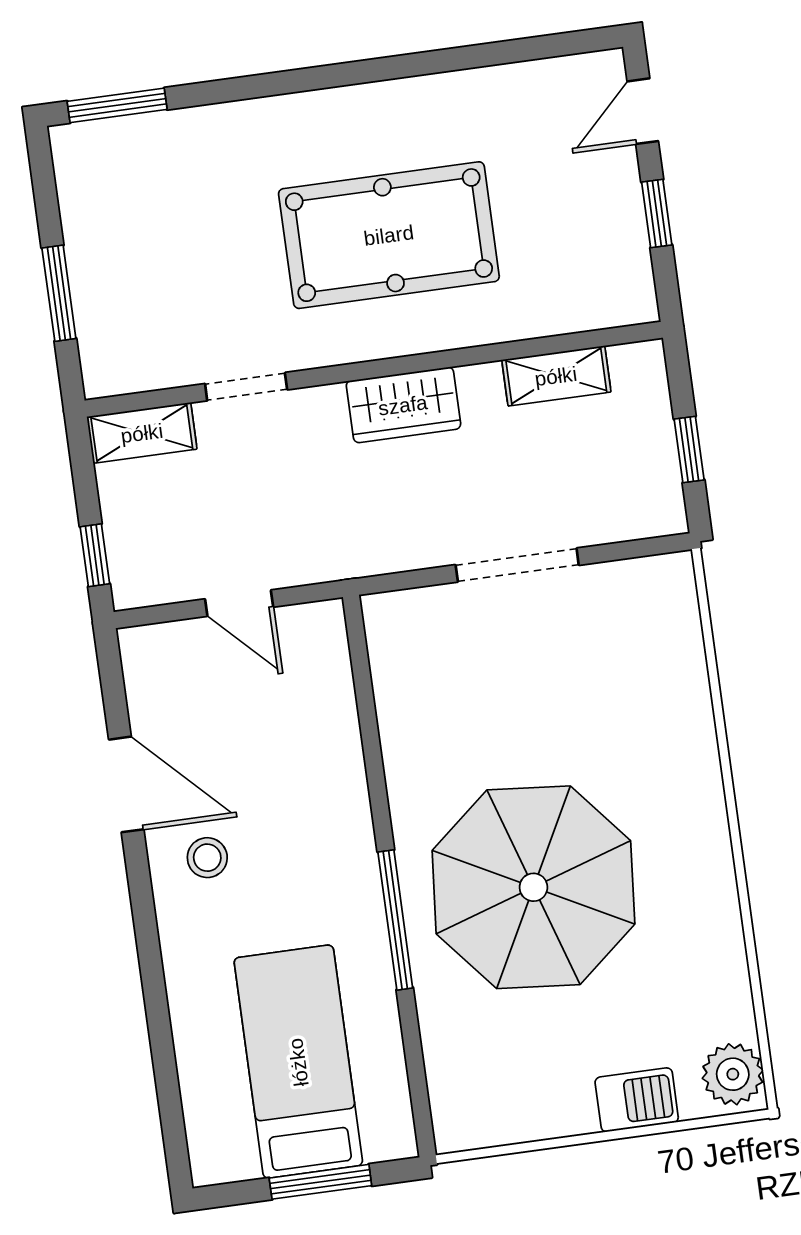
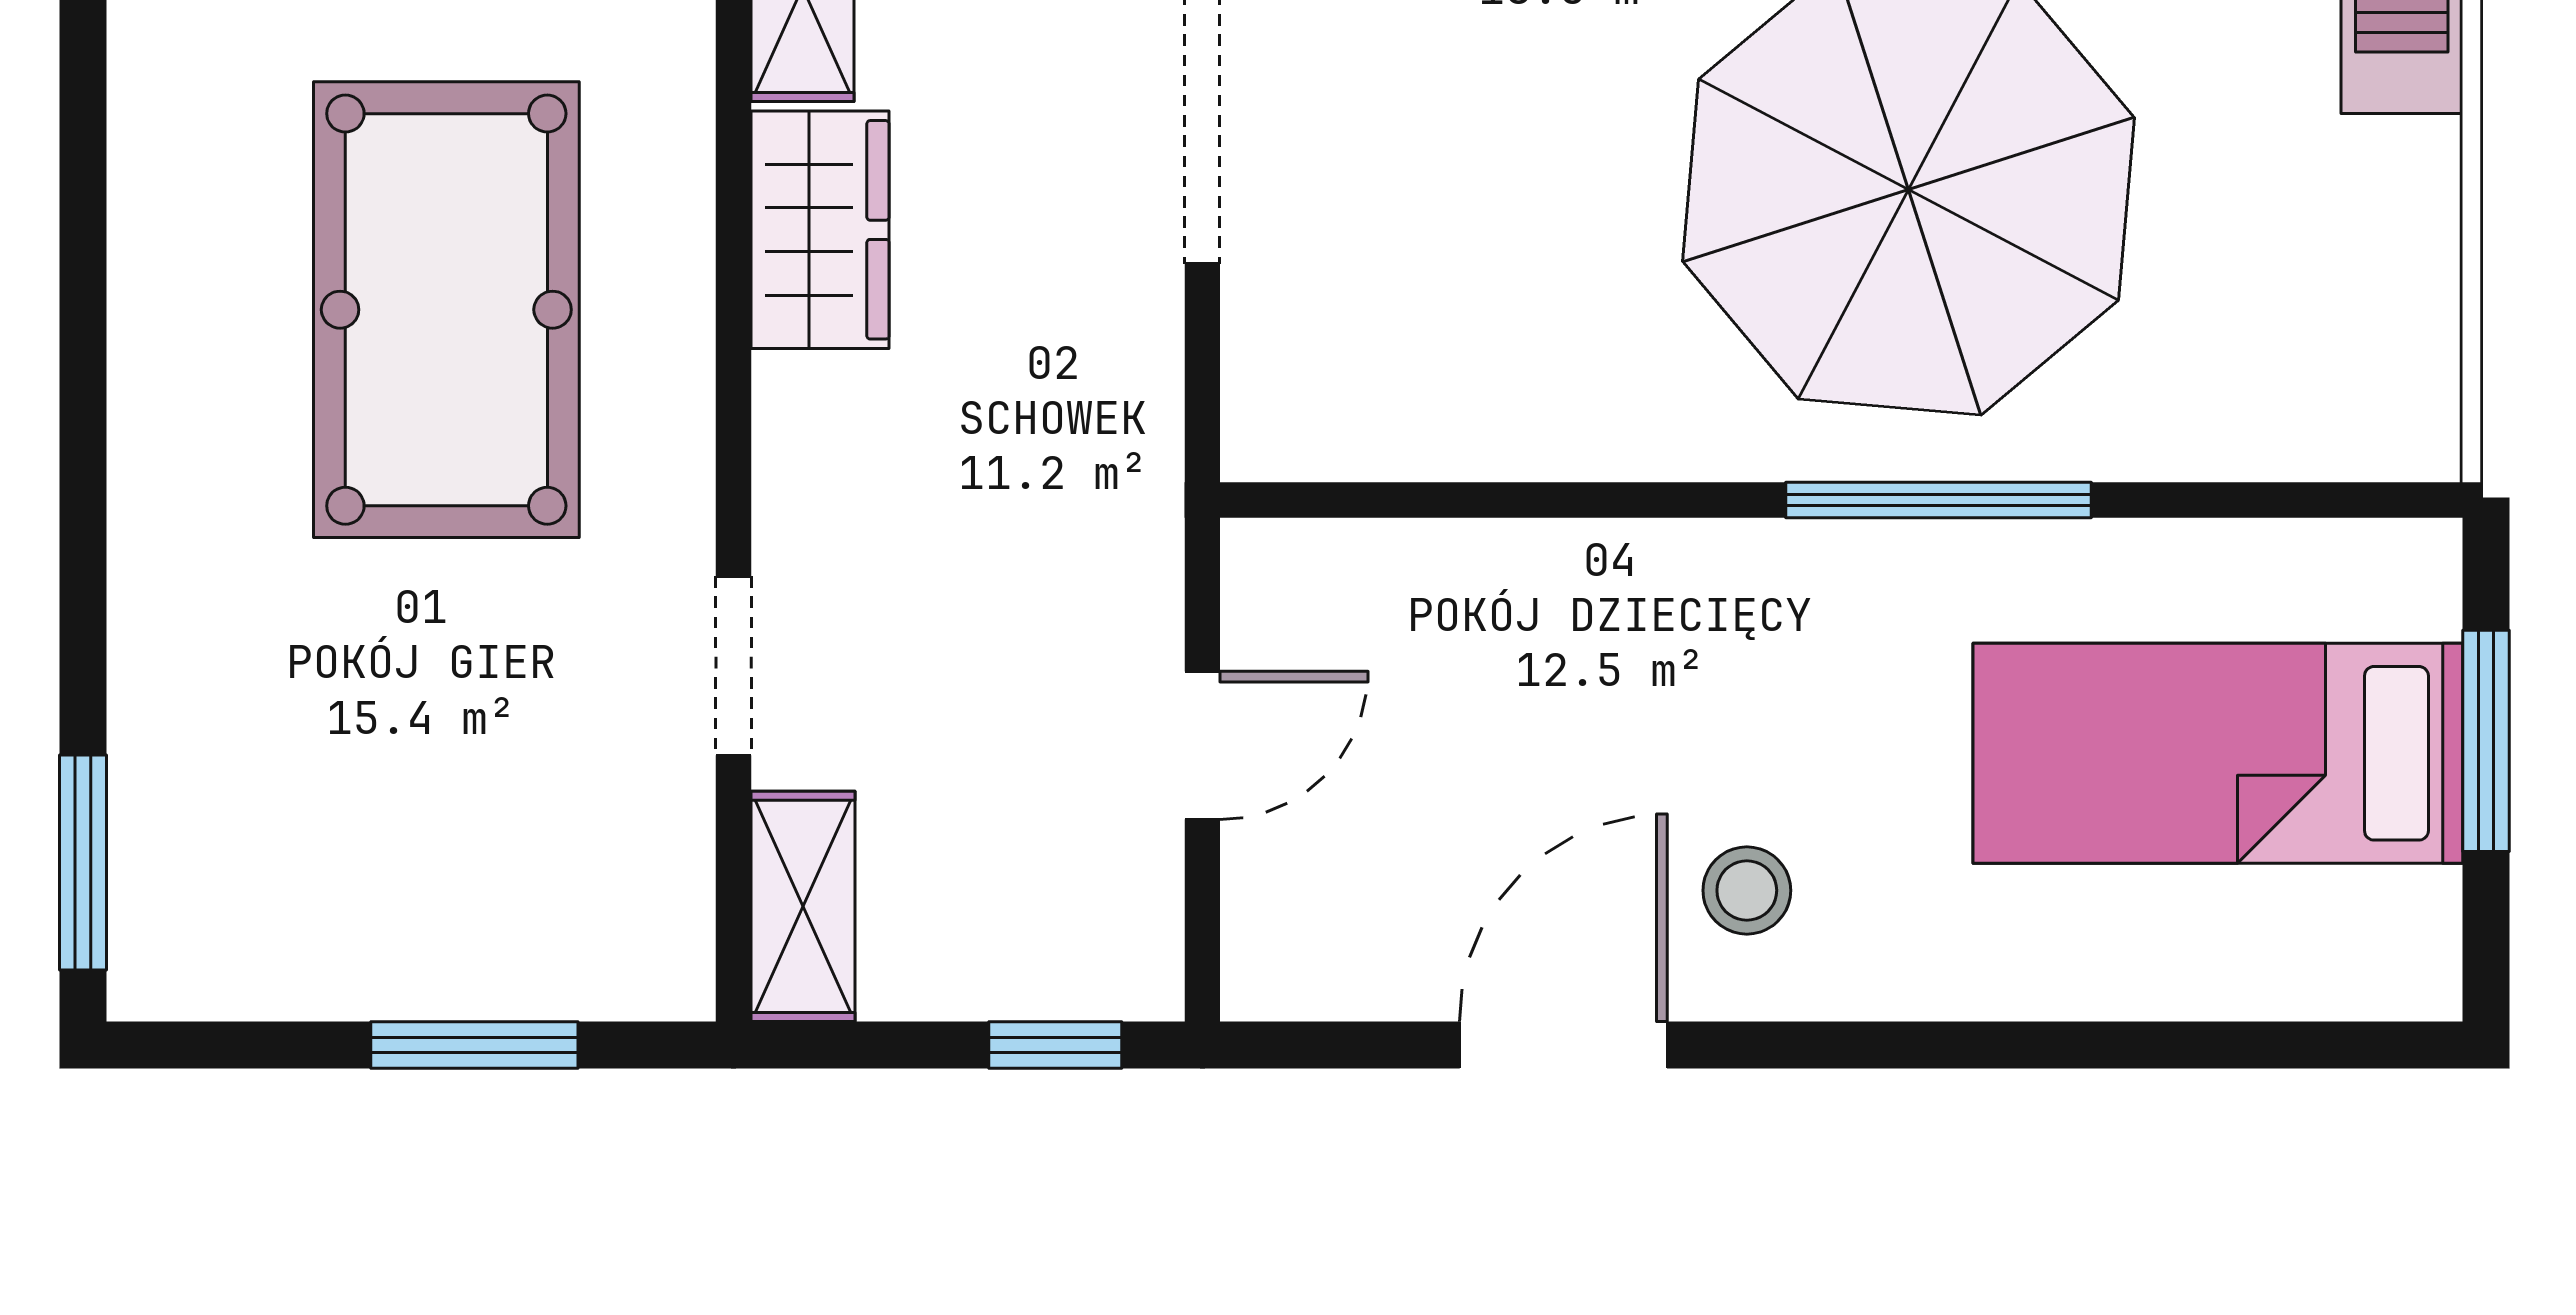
wardrobe: (403, 405) -> (820, 230), moved

